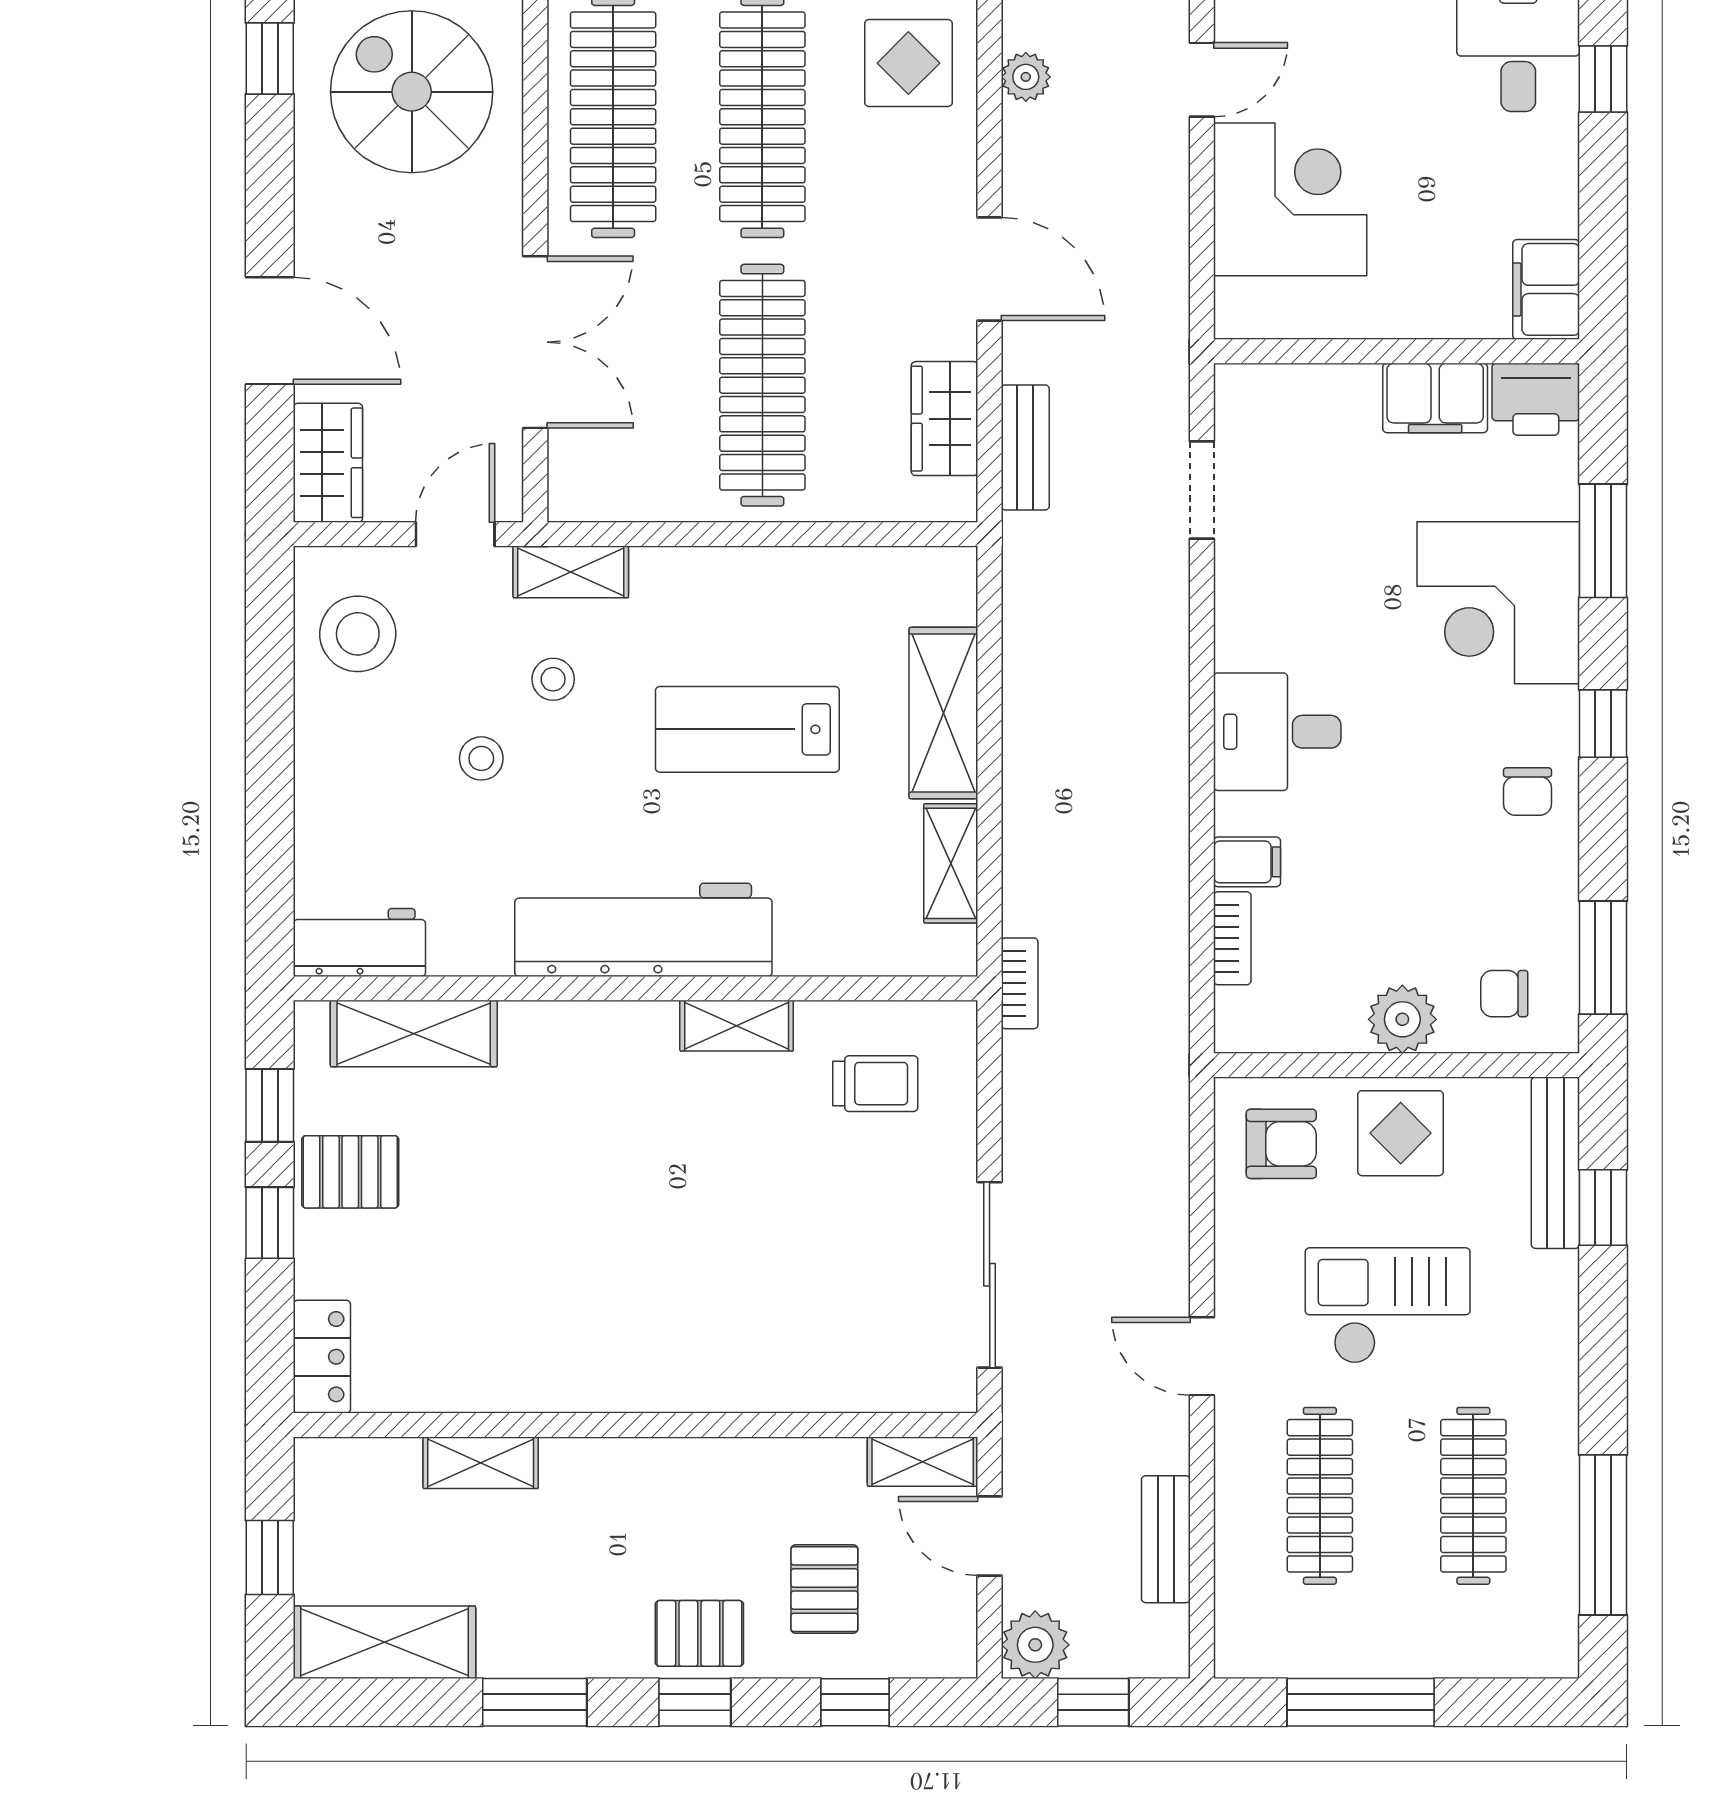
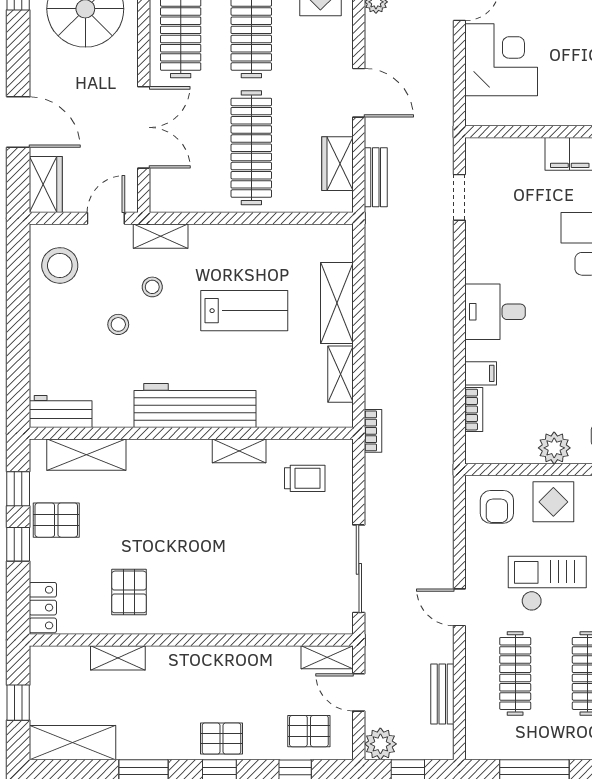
lab bench: (747, 729) -> (244, 311), turned 180
armchair: (1281, 1144) -> (497, 507), turned 90
pallet: (504, 1324) -> (129, 592), added
pallet: (824, 1589) -> (309, 731), moved, turned 90

